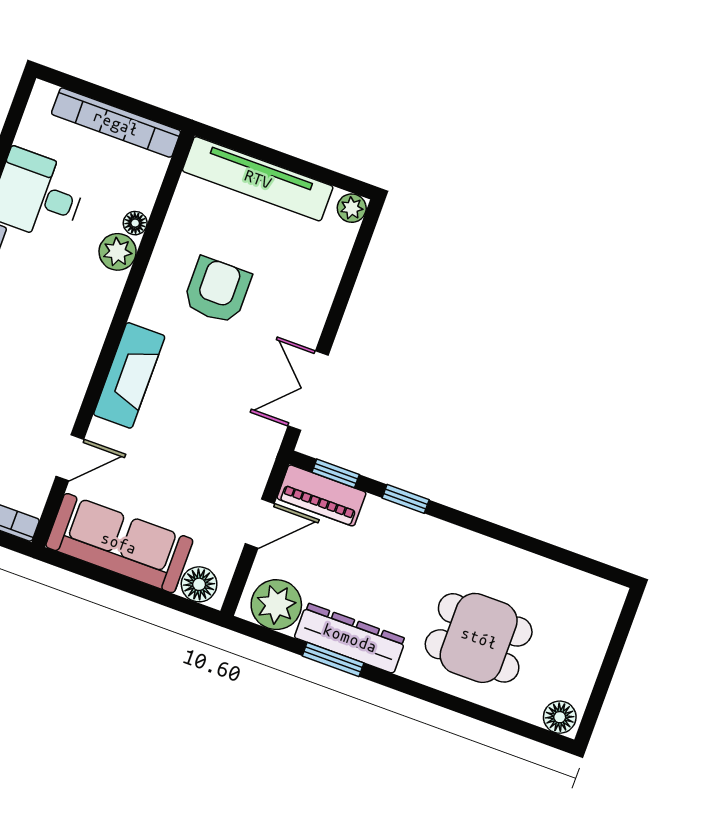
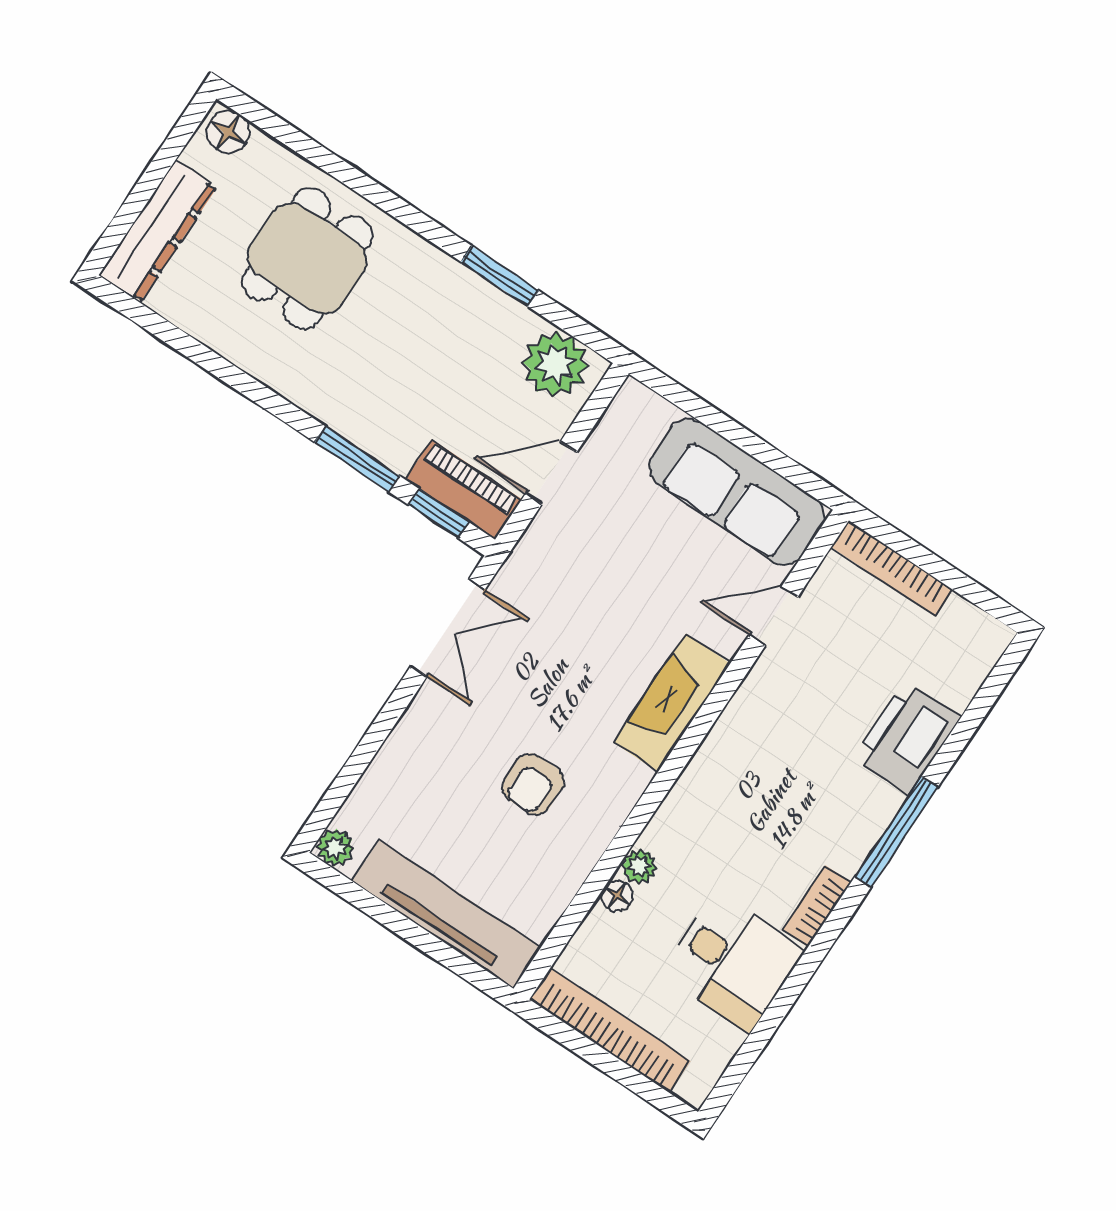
plant: (118, 252) -> (639, 866), width x0.73, depth x0.73
armchair: (217, 290) -> (533, 784), width x0.72, depth x0.72
window: (406, 499) -> (357, 459), width x1.50
floor lamp: (199, 584) -> (648, 414), removed
dresser: (350, 638) -> (158, 231), moved, turned -90
dining table: (479, 638) -> (307, 258), turned 90

